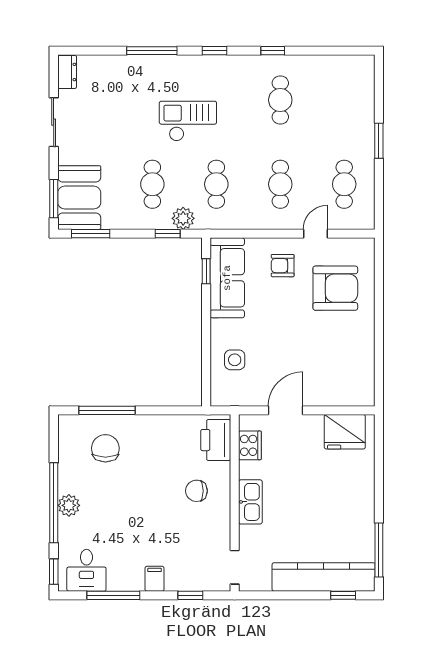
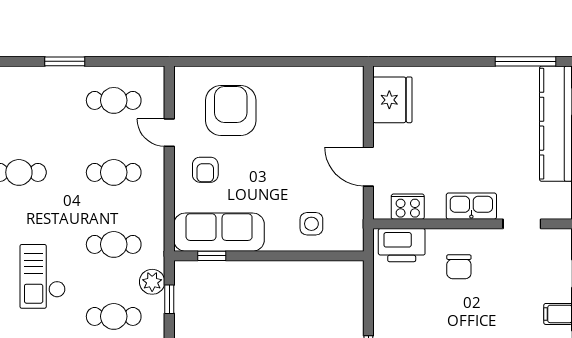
doorway: (235, 567) -> (522, 224), moved

